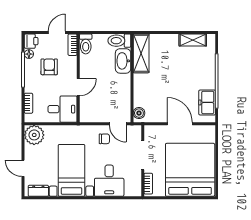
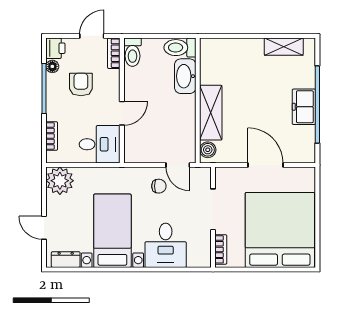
shelving: (141, 53) -> (211, 113), moved
freezer: (207, 102) -> (304, 107), moved

